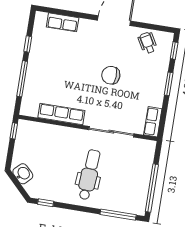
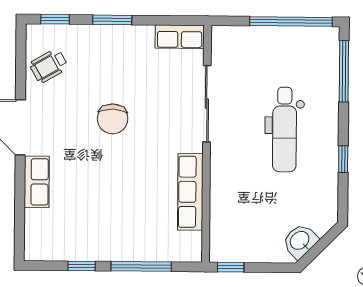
row of seats: (63, 22) -> (37, 182), moved
dental chair: (89, 175) -> (285, 130), turned -94
window: (46, 203) -> (343, 159), moved

